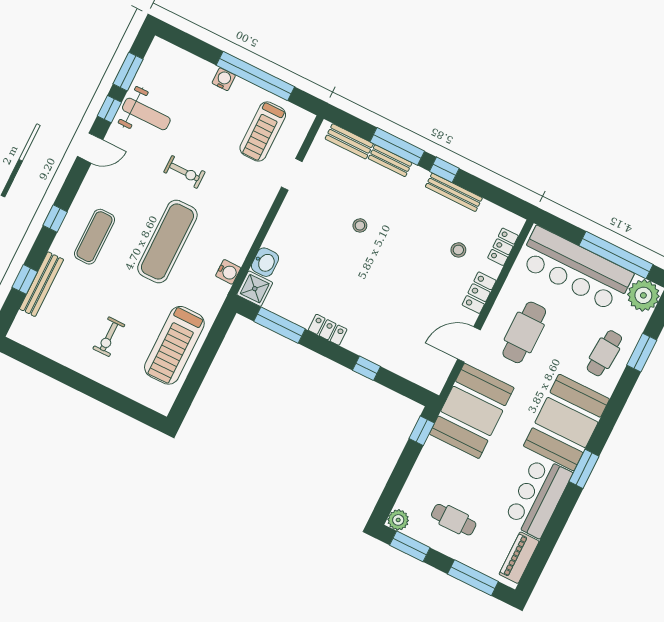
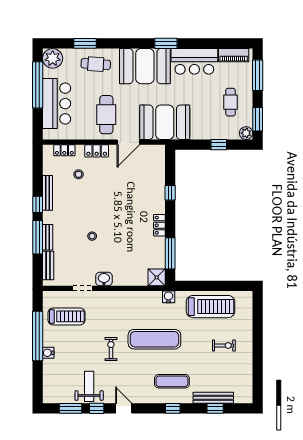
washbasin: (265, 262) -> (104, 279), moved
bar counter: (576, 269) -> (57, 104), width x0.73
water cooler: (228, 272) -> (169, 297), moved
cafe table: (524, 332) -> (106, 115), turned 90
door: (469, 344) -> (128, 142), hinge flipped
window: (422, 431) -> (219, 145), moved

